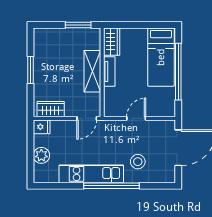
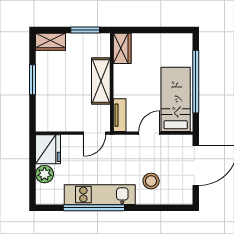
bed: (161, 57) -> (176, 99), moved, turned 180
tv unit: (109, 72) -> (120, 115), moved
wardrobe: (51, 109) -> (50, 42), moved, turned 180
fridge: (42, 127) -> (48, 149), width x1.88, depth x1.34
window: (112, 186) -> (94, 208), moved

